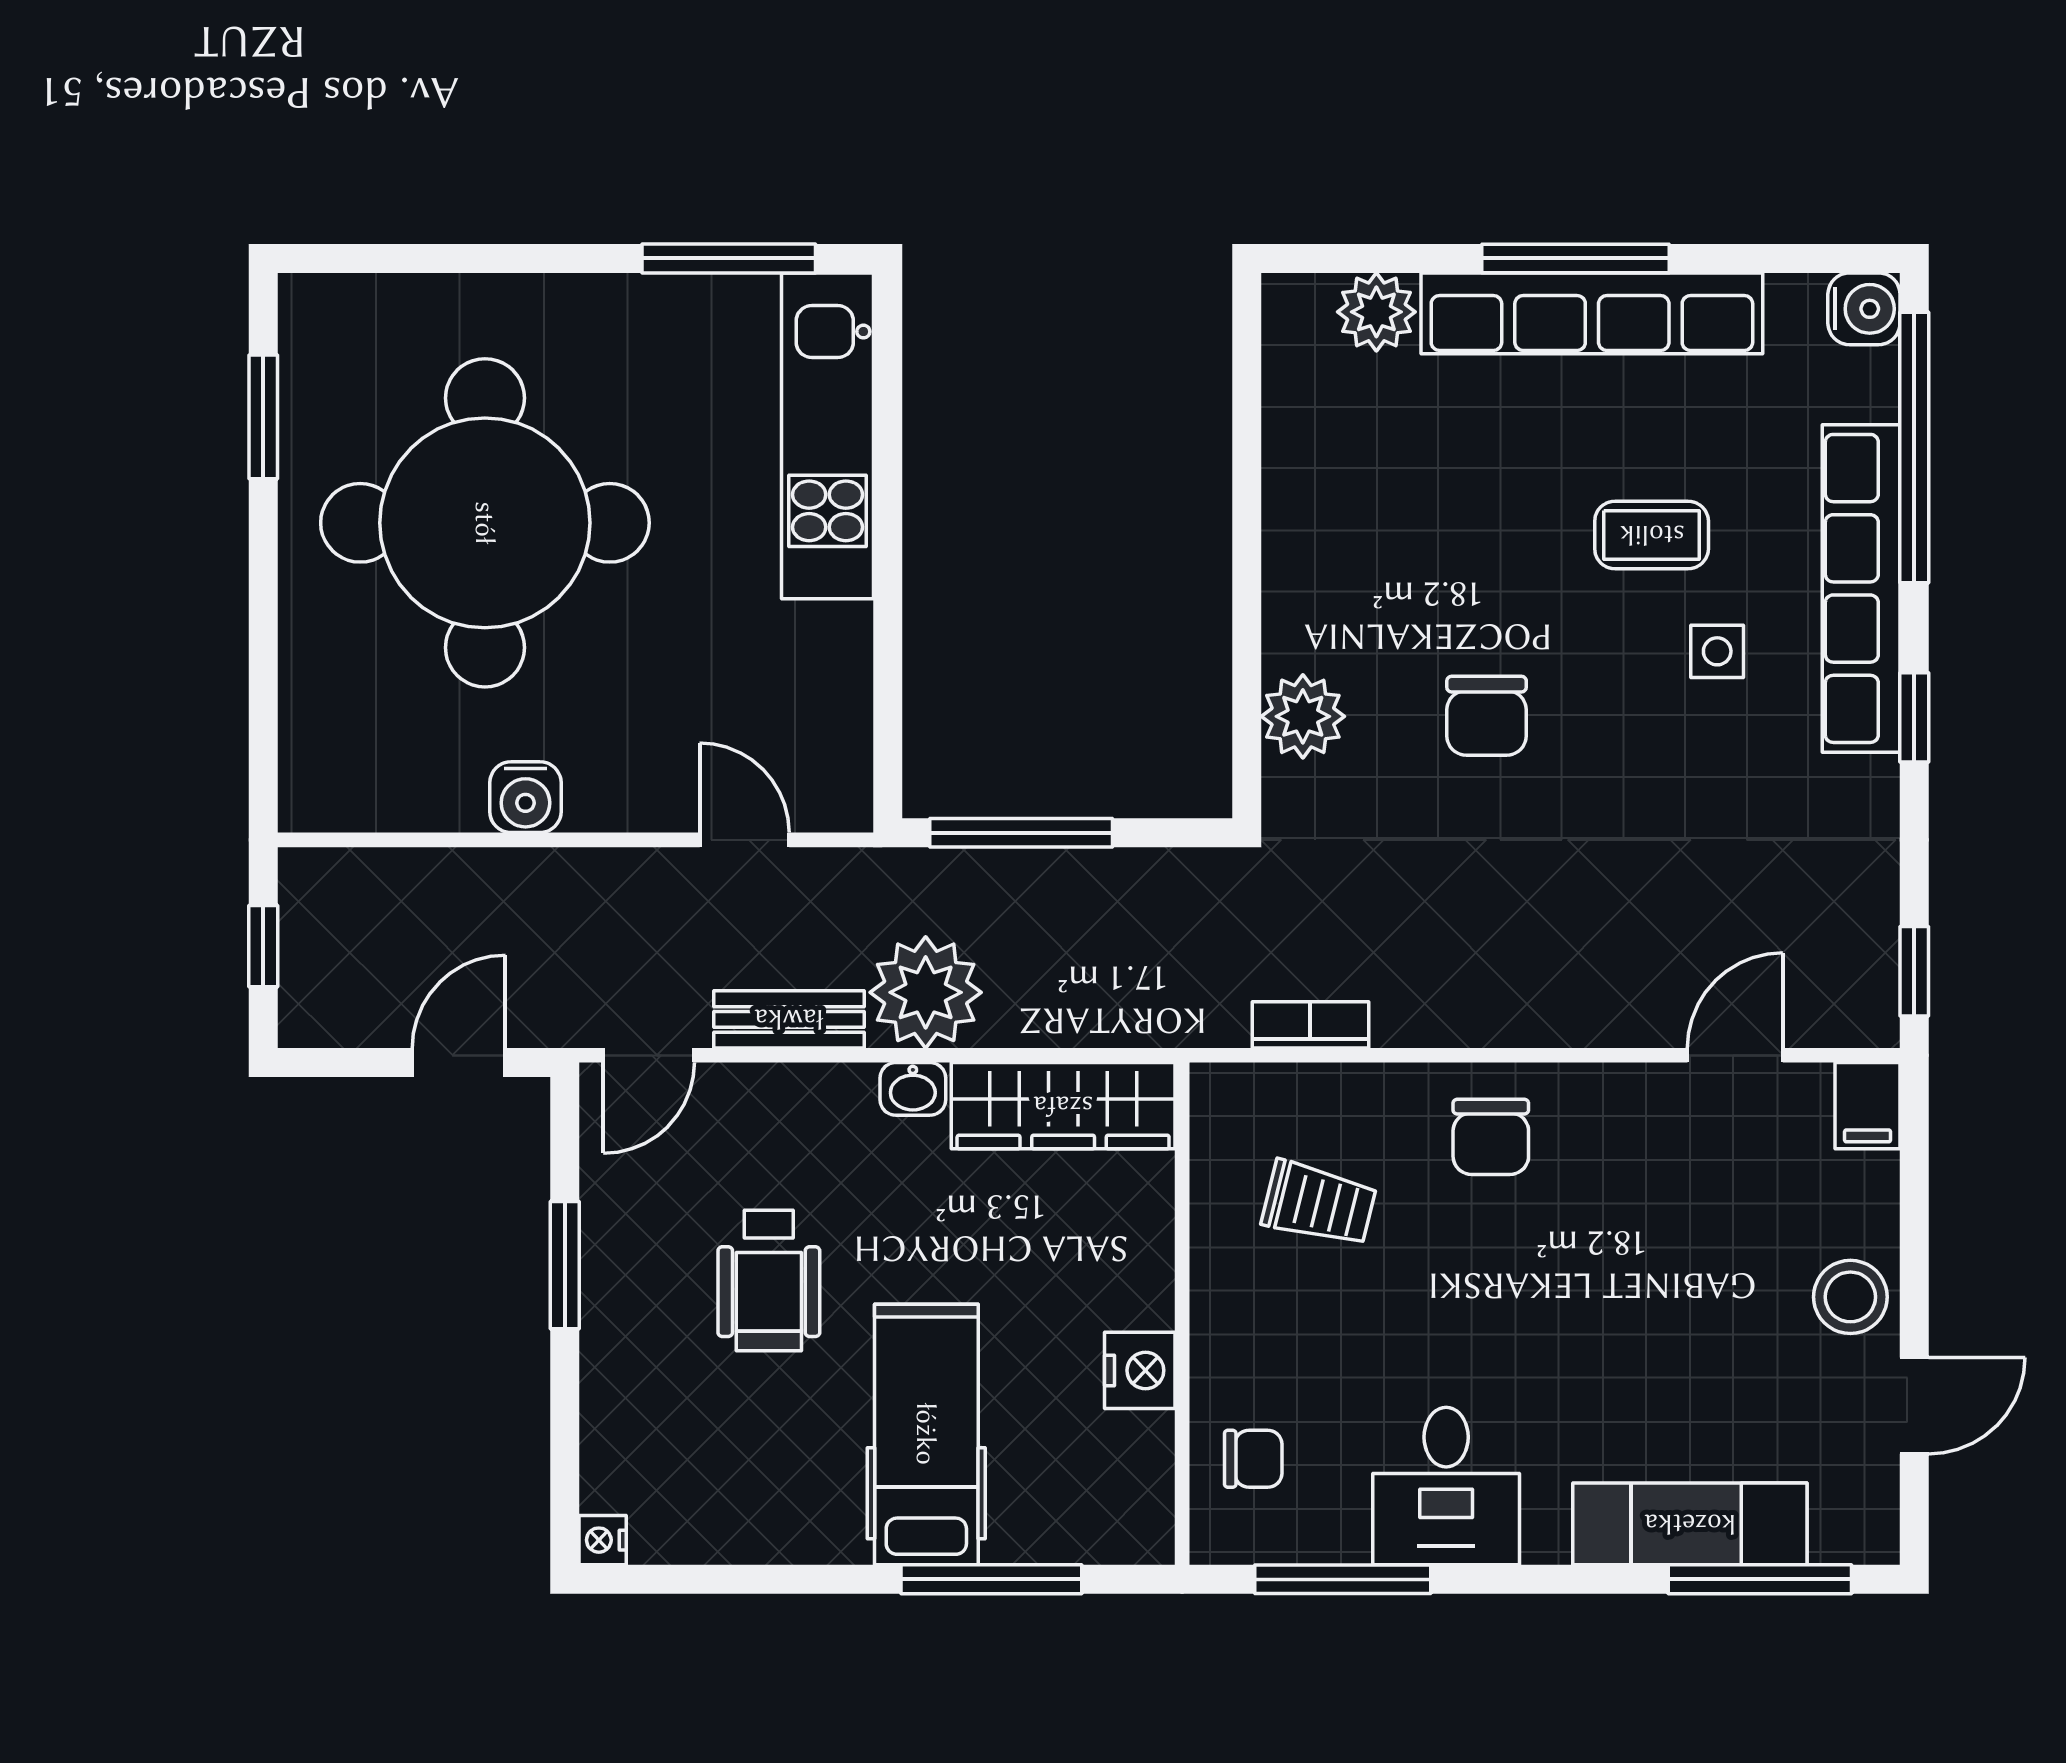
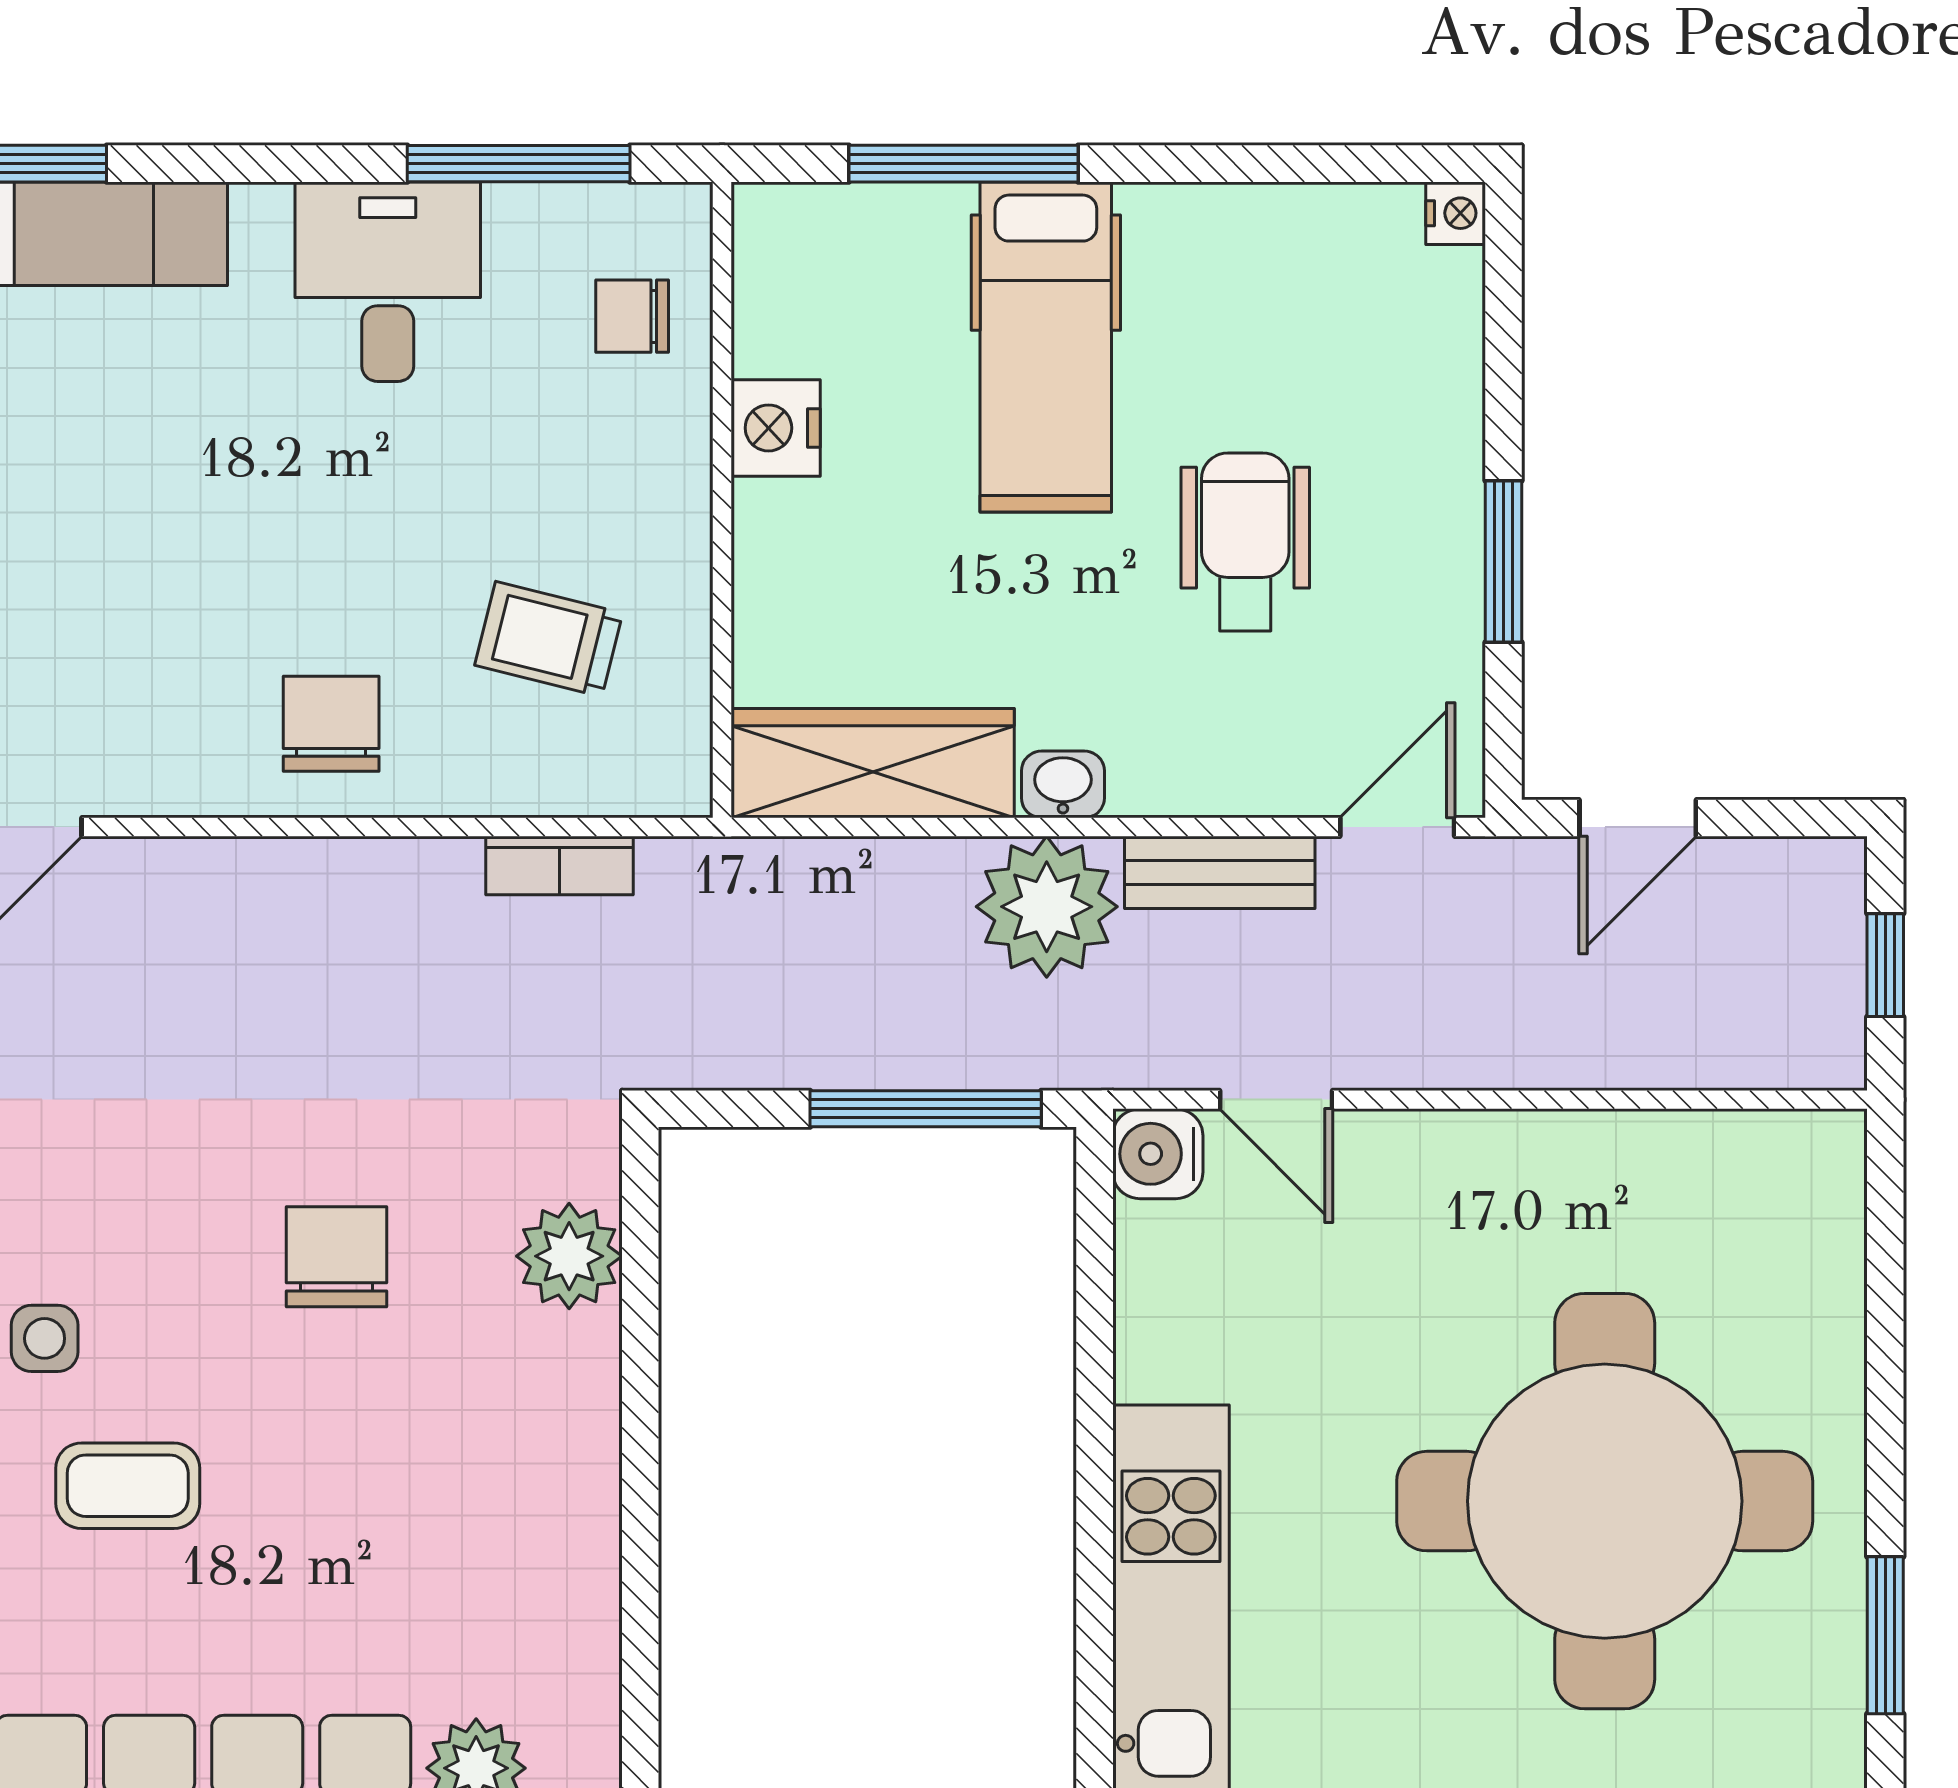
water cooler: (525, 797) -> (1158, 1154), moved, turned -90

